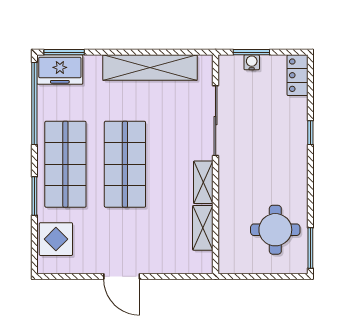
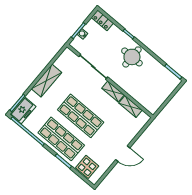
shelving: (150, 68) -> (46, 81), width x0.68
round table: (275, 230) -> (132, 57), moved

